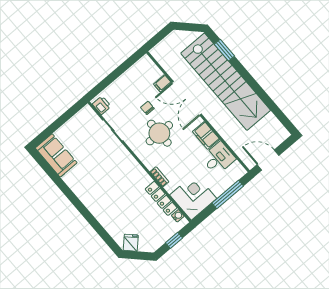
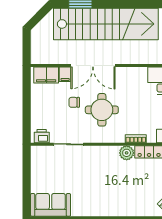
filing cabinet: (206, 135) -> (46, 75), moved
plant: (143, 179) -> (127, 153), added

